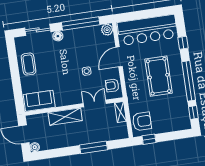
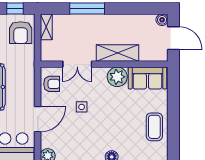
plant: (63, 98) -> (117, 77), added
shelving: (120, 112) -> (46, 27), moved
armchair: (142, 121) -> (21, 33), turned -90

